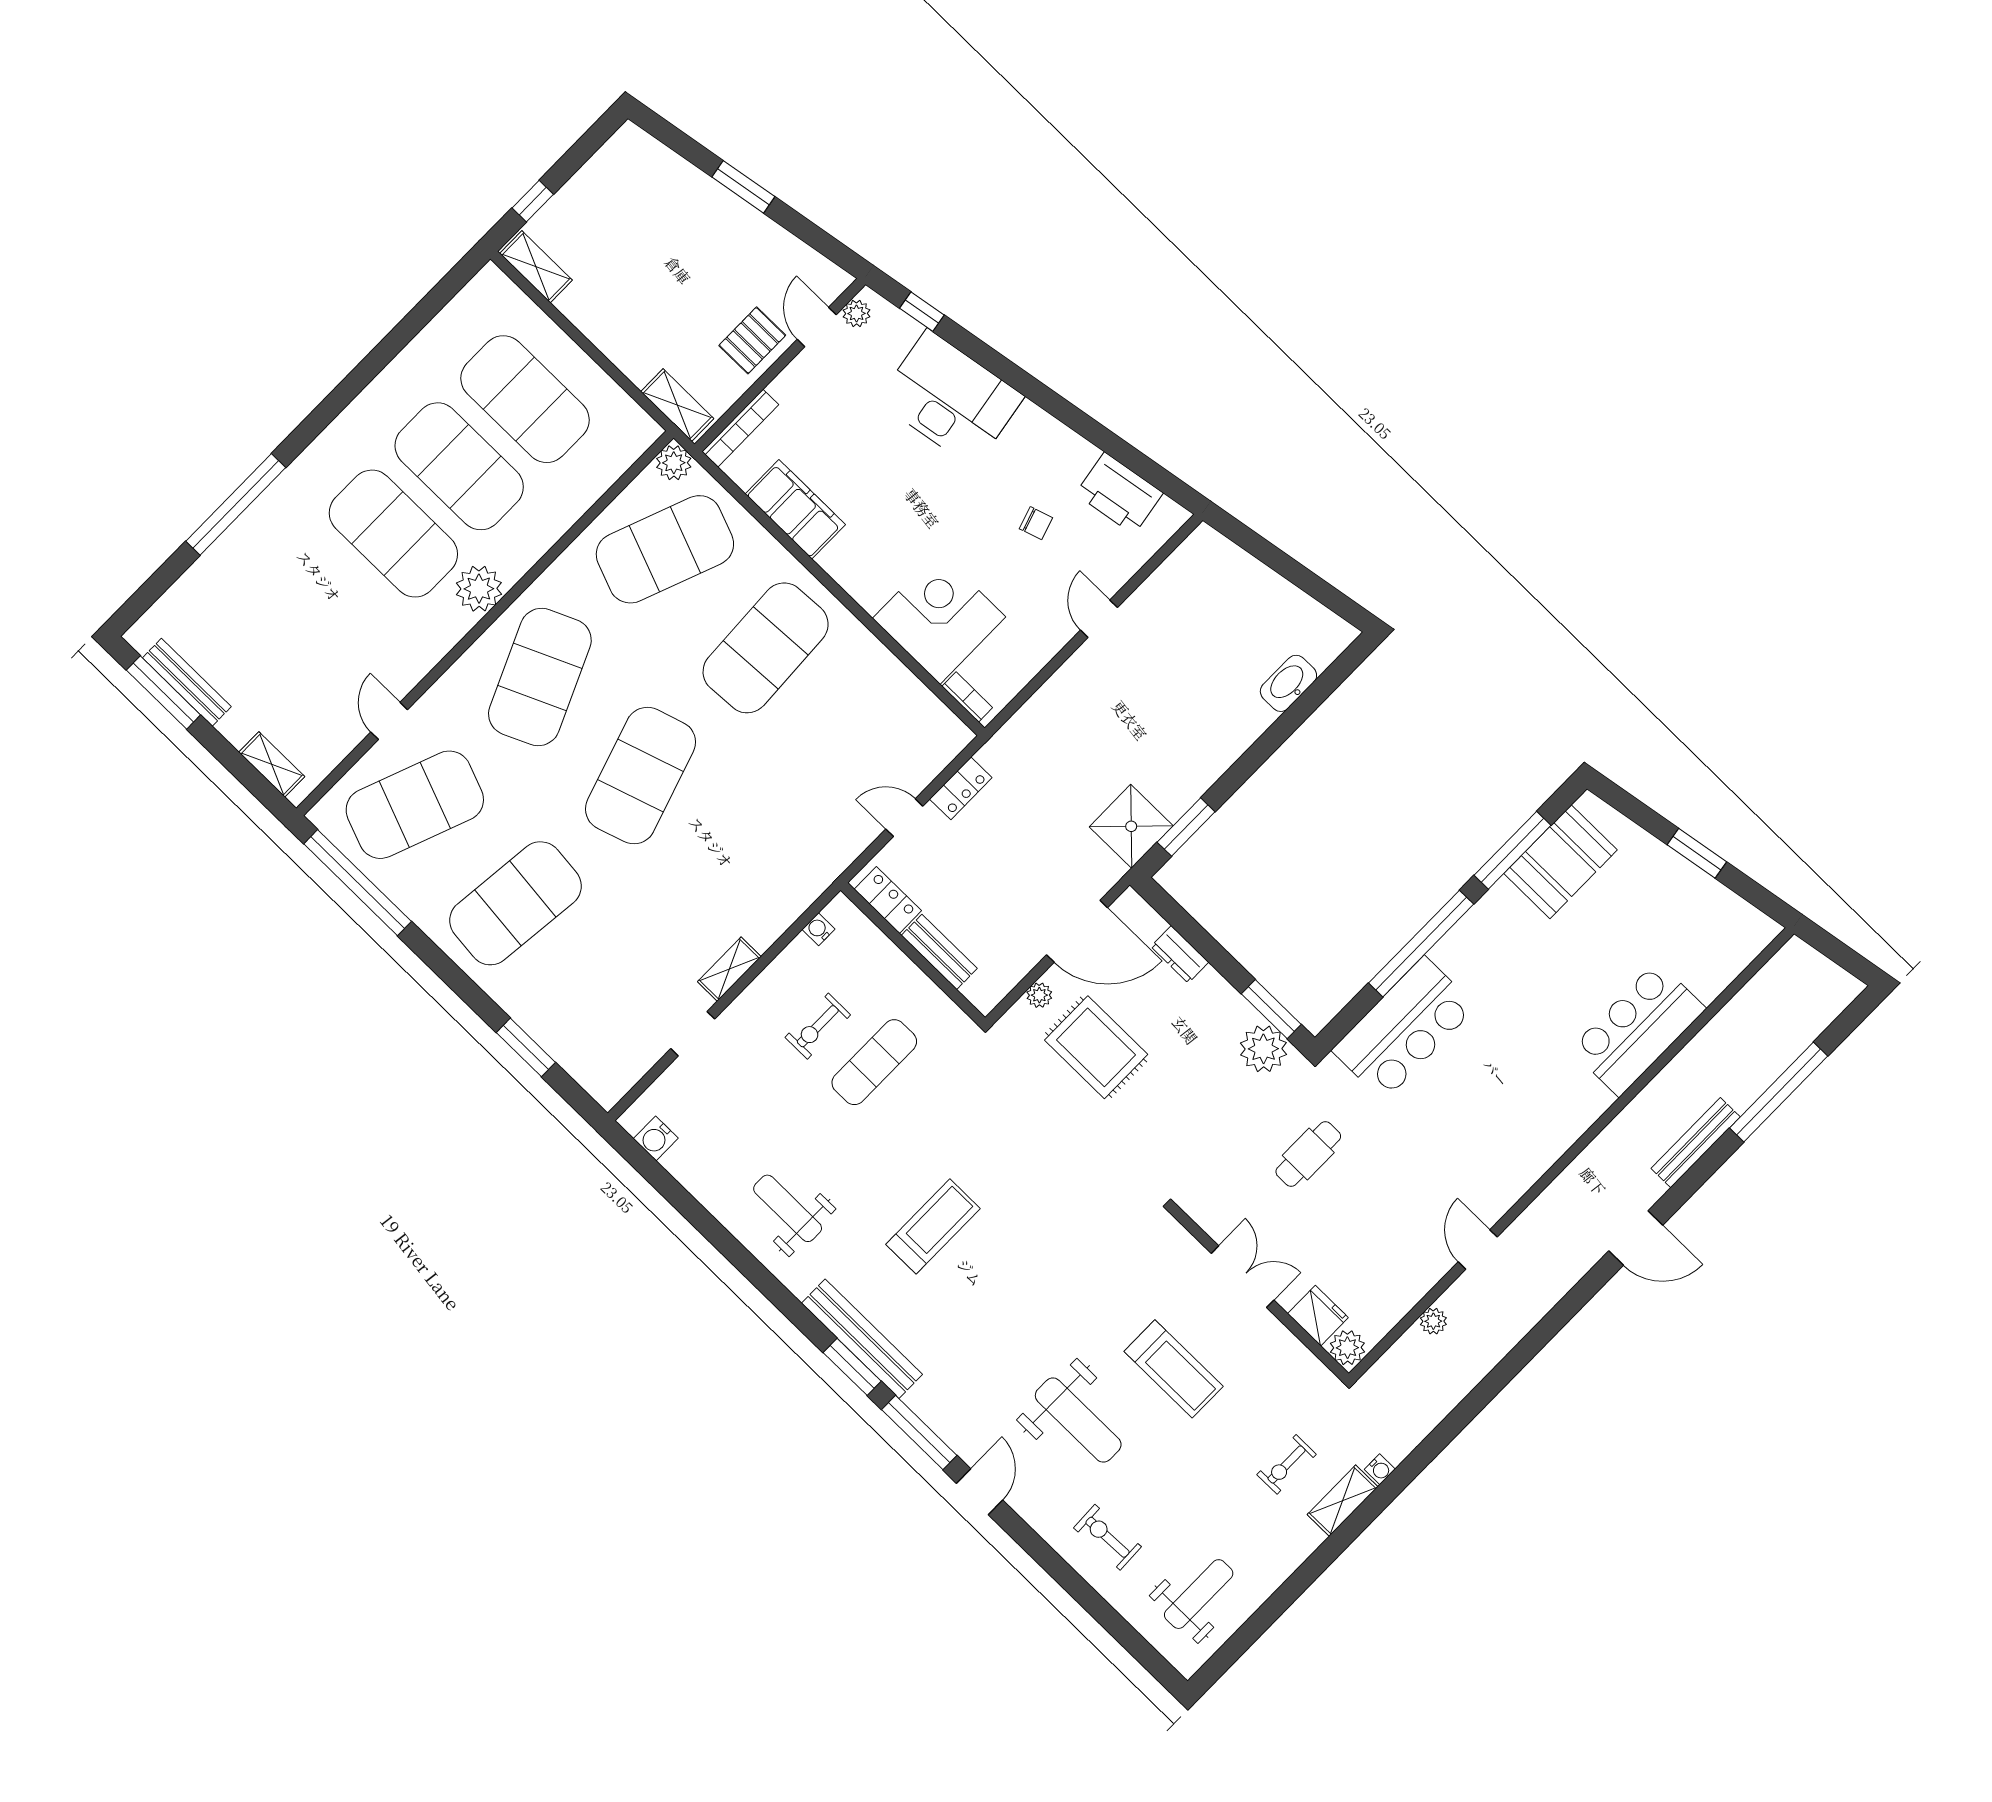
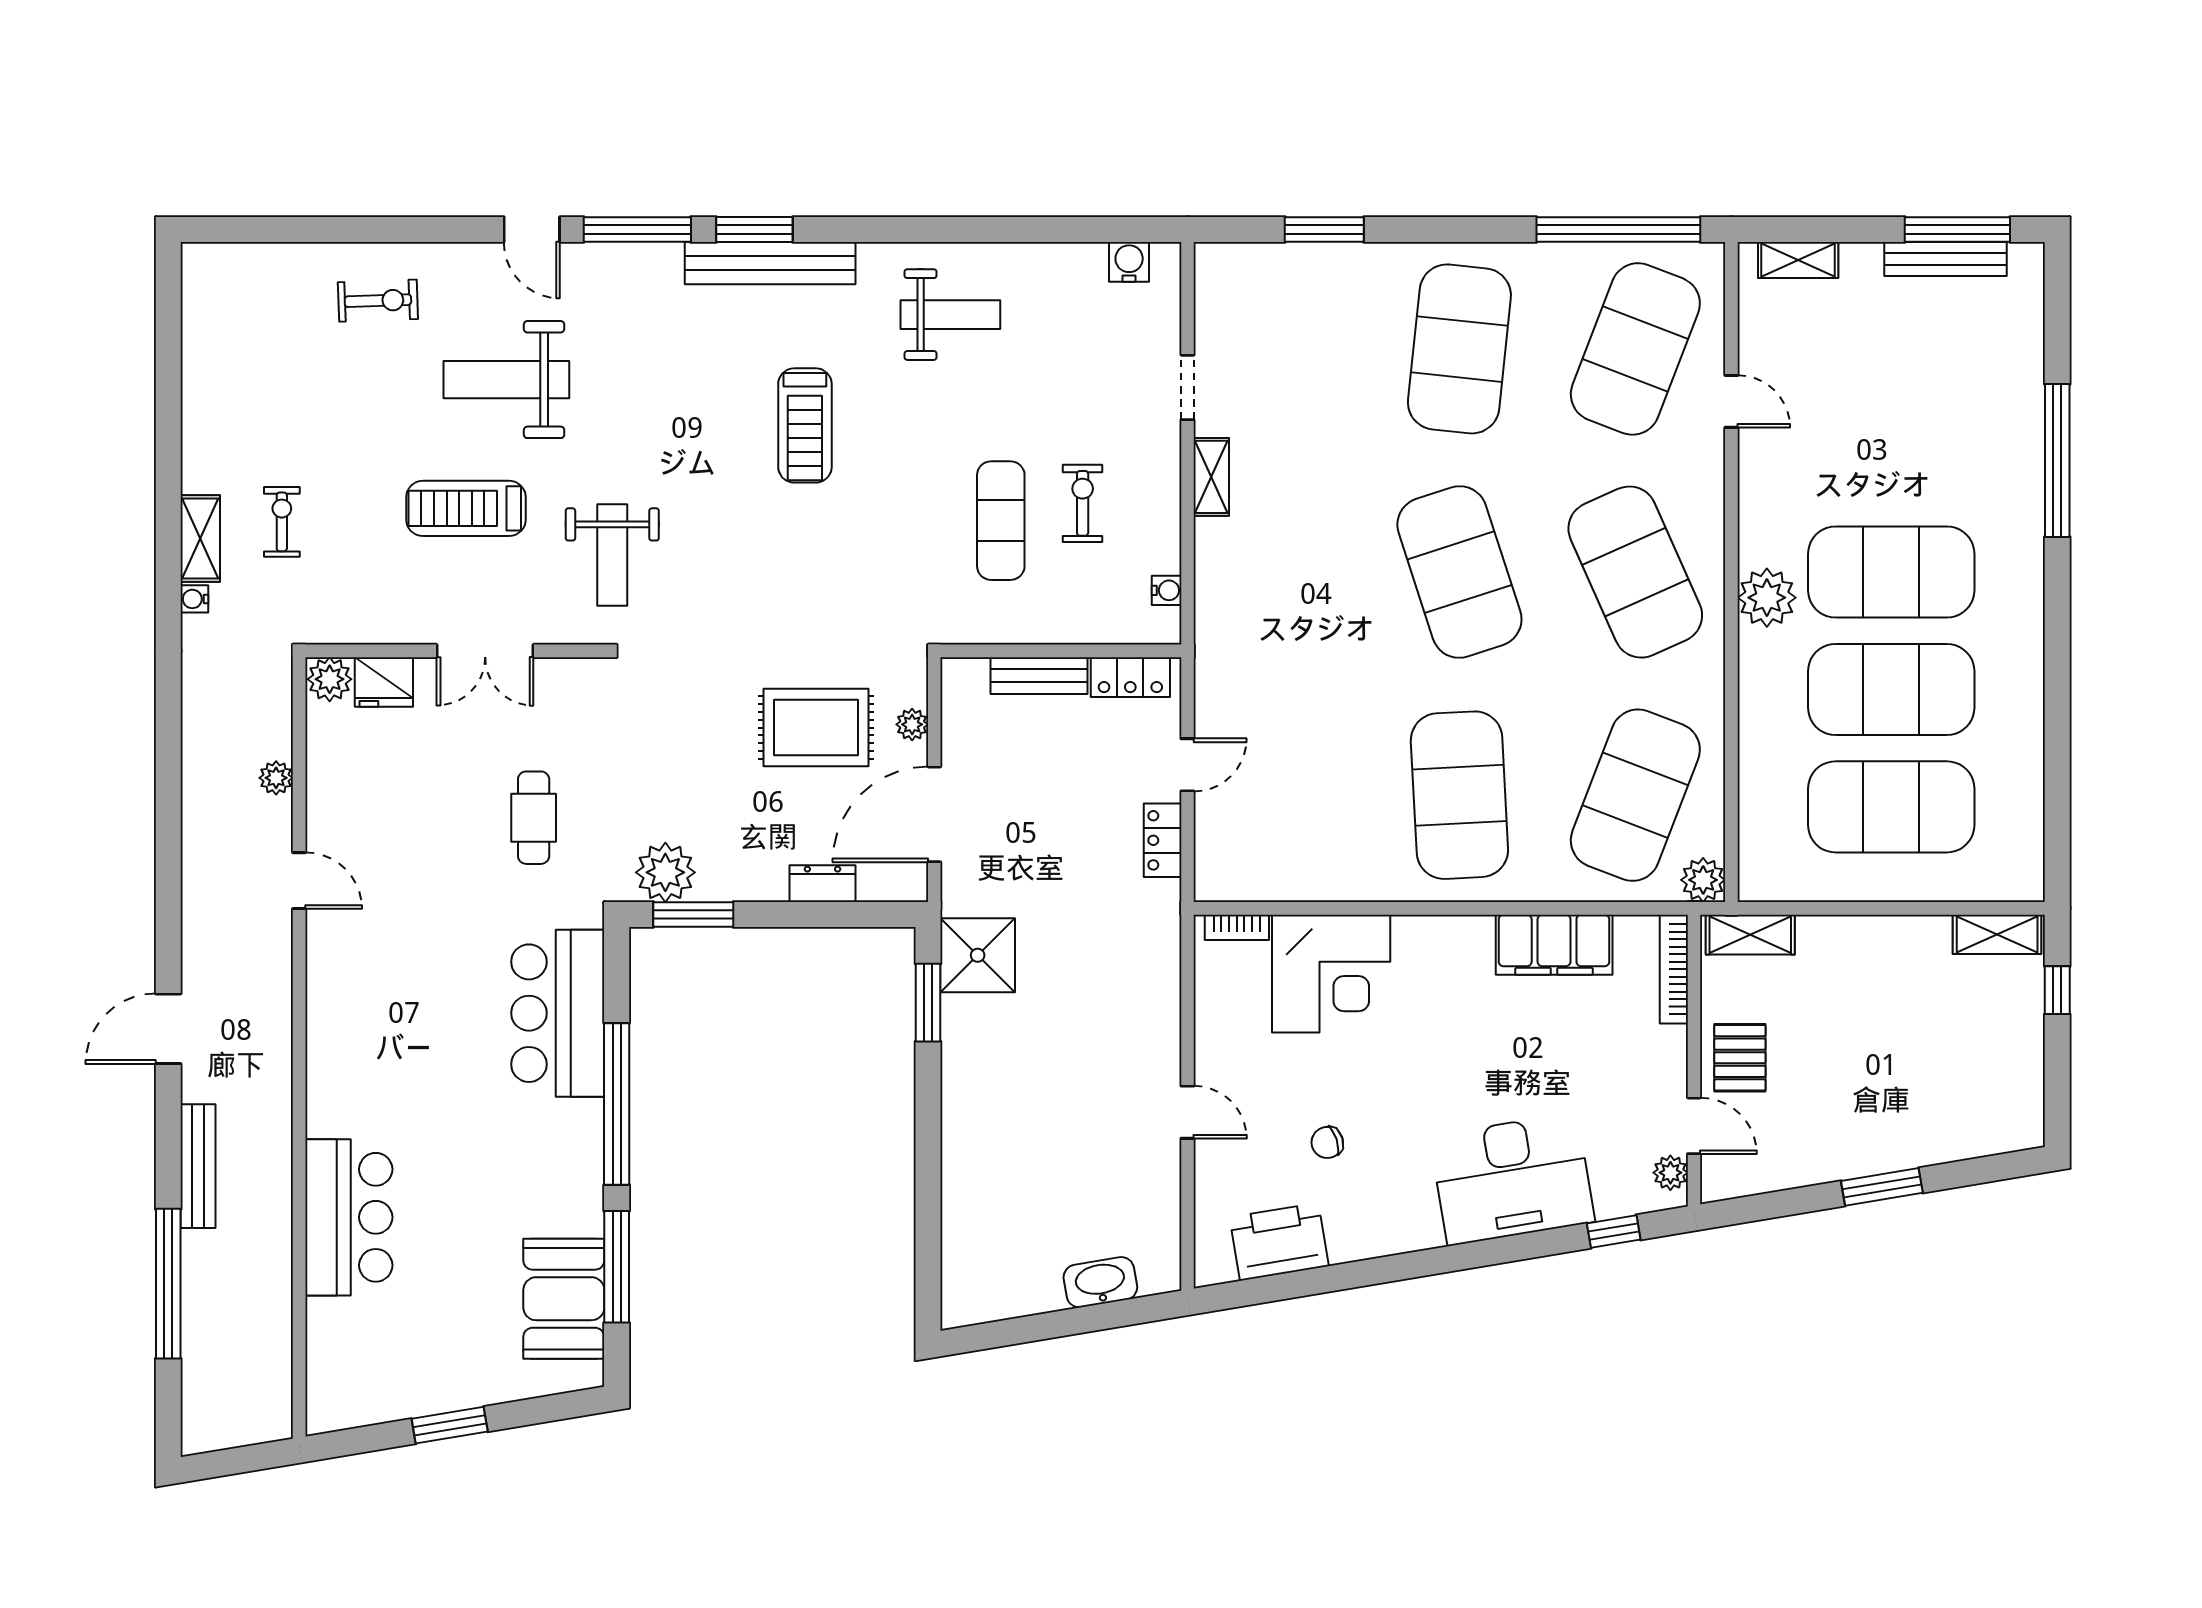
washbasin: (1288, 683) -> (1100, 1282), moved, turned -99
weight bench: (1199, 1594) -> (612, 555), moved

